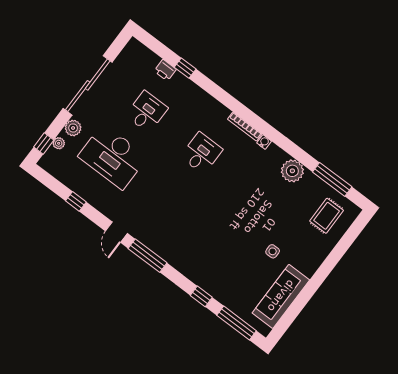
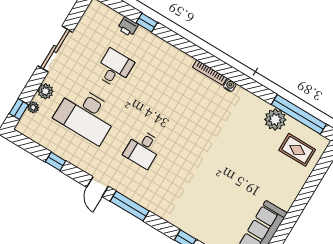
sliding door: (88, 85) -> (55, 49), width x0.73
desk: (201, 153) -> (143, 149), moved, turned 180
plant: (292, 171) -> (275, 120), moved
window: (332, 179) -> (299, 114), width x1.46
rug: (327, 216) -> (297, 150), turned 90
side table: (273, 251) -> (249, 189), removed

